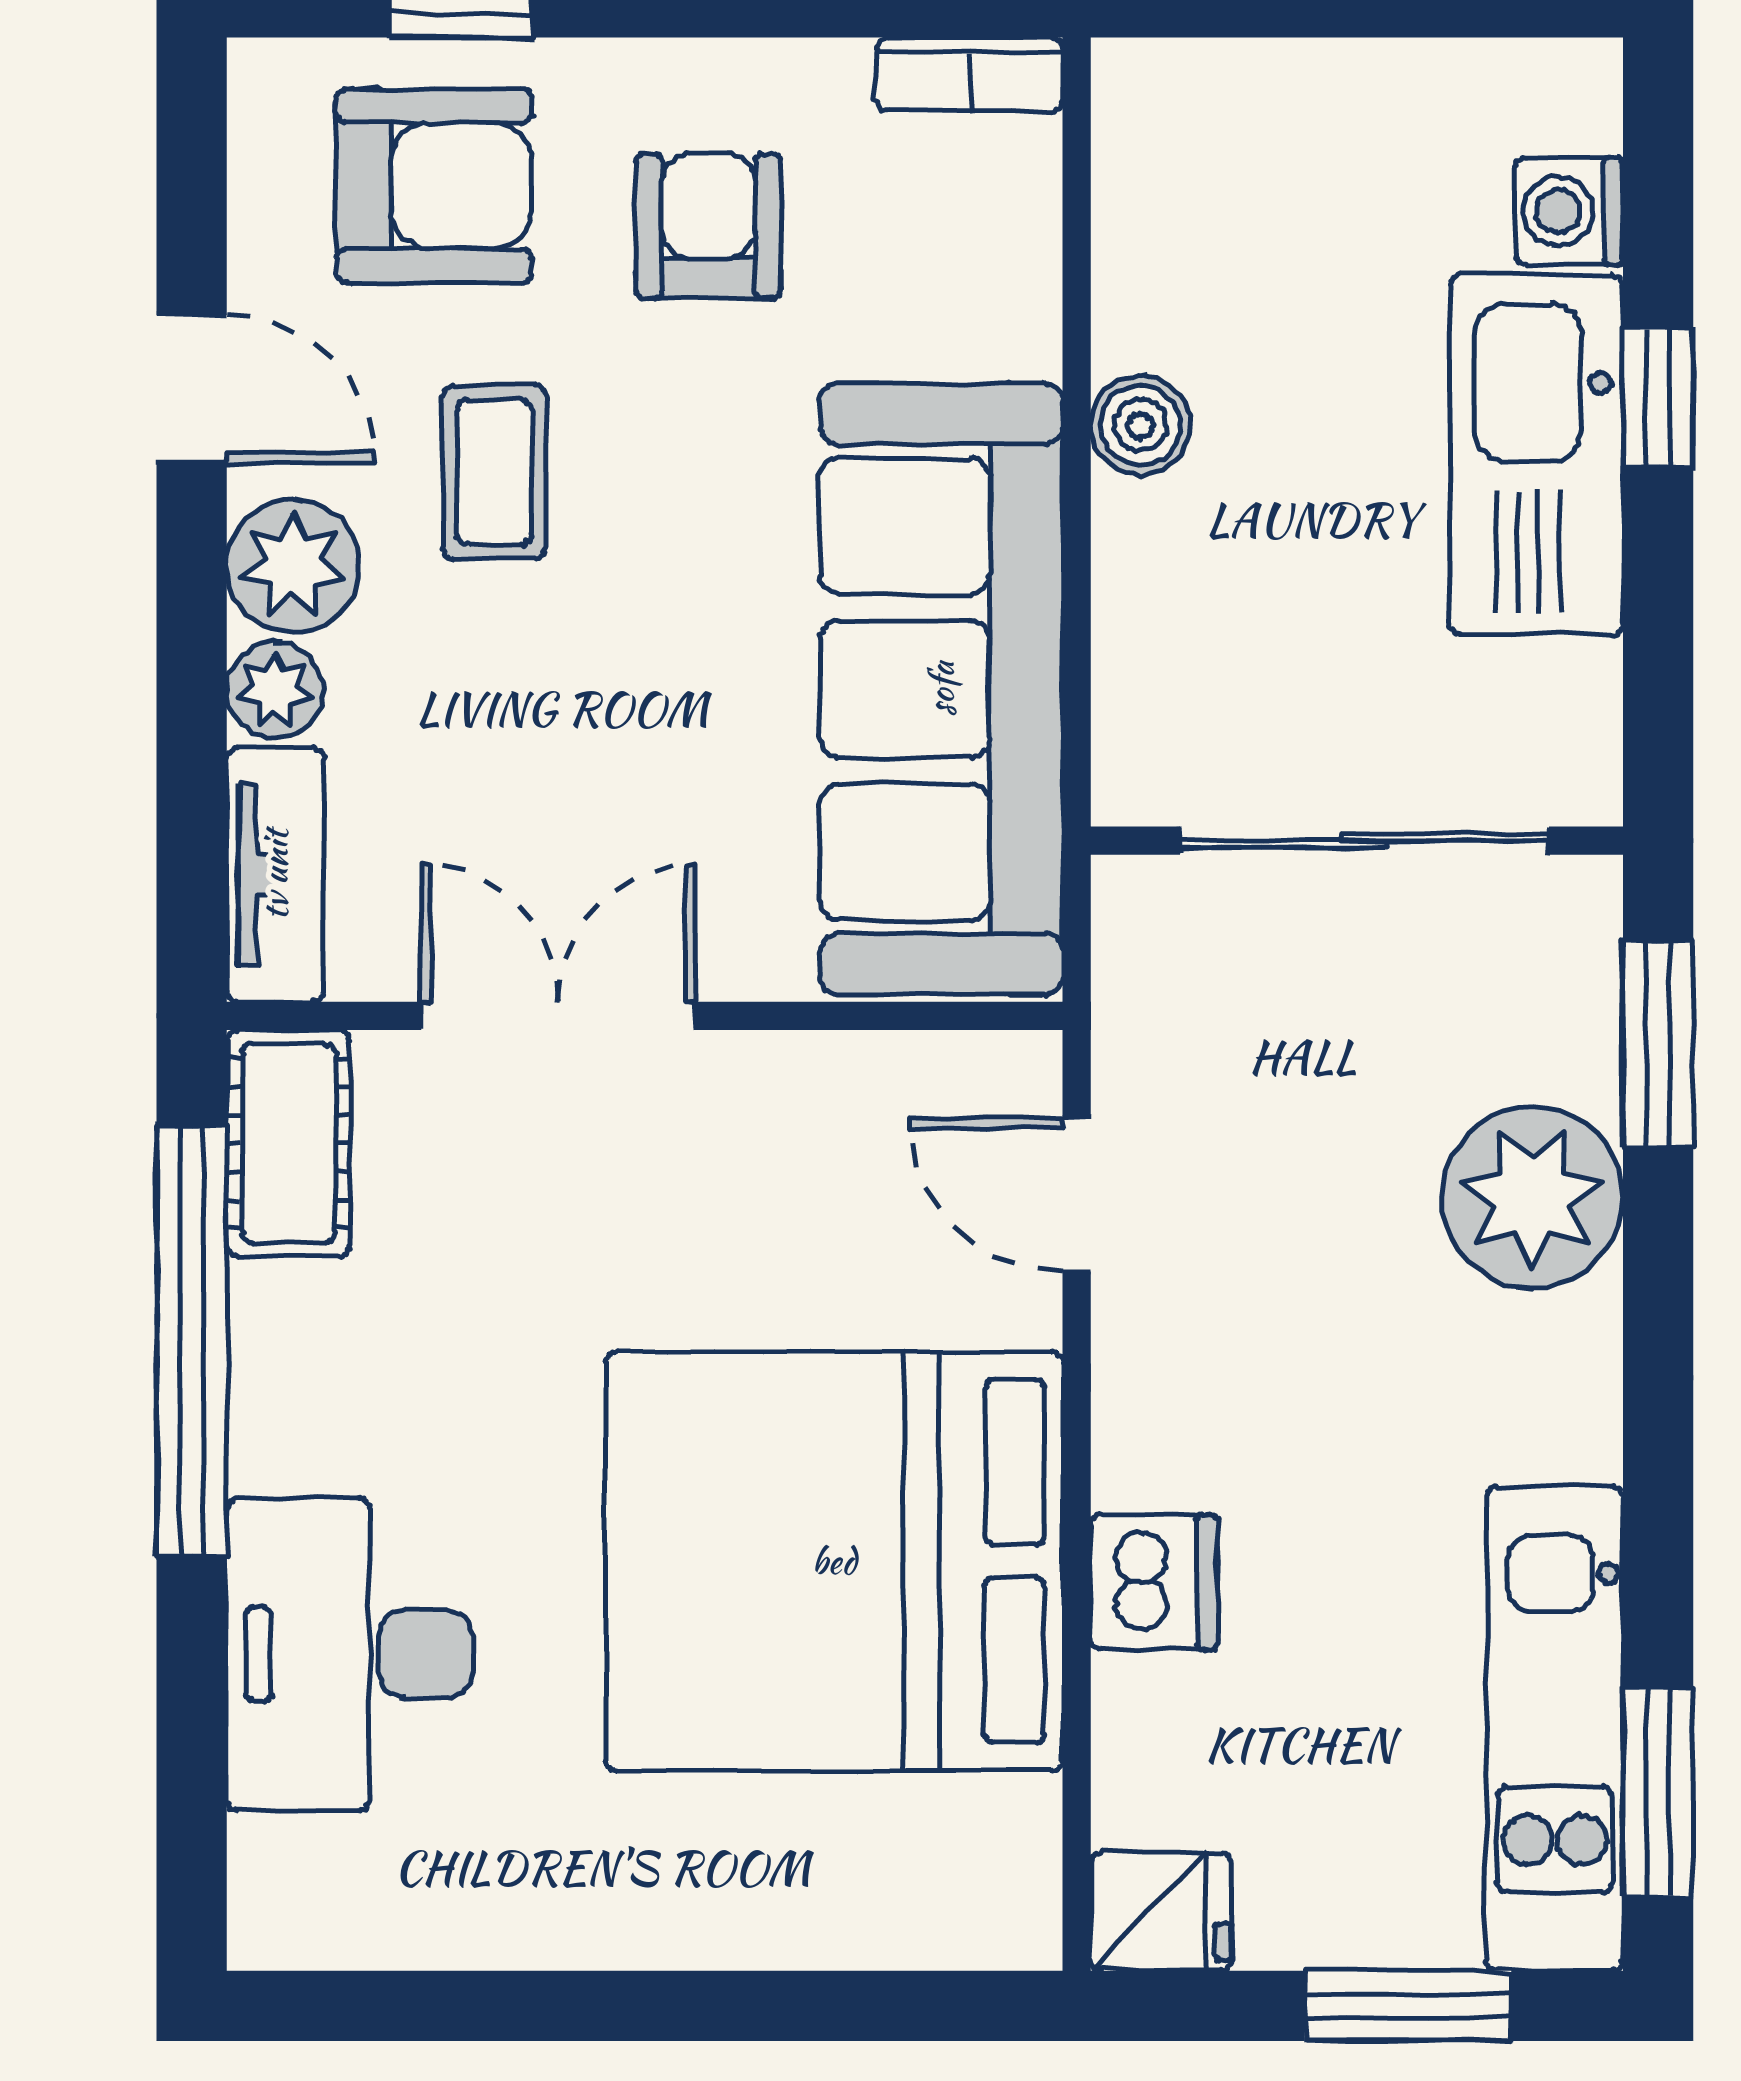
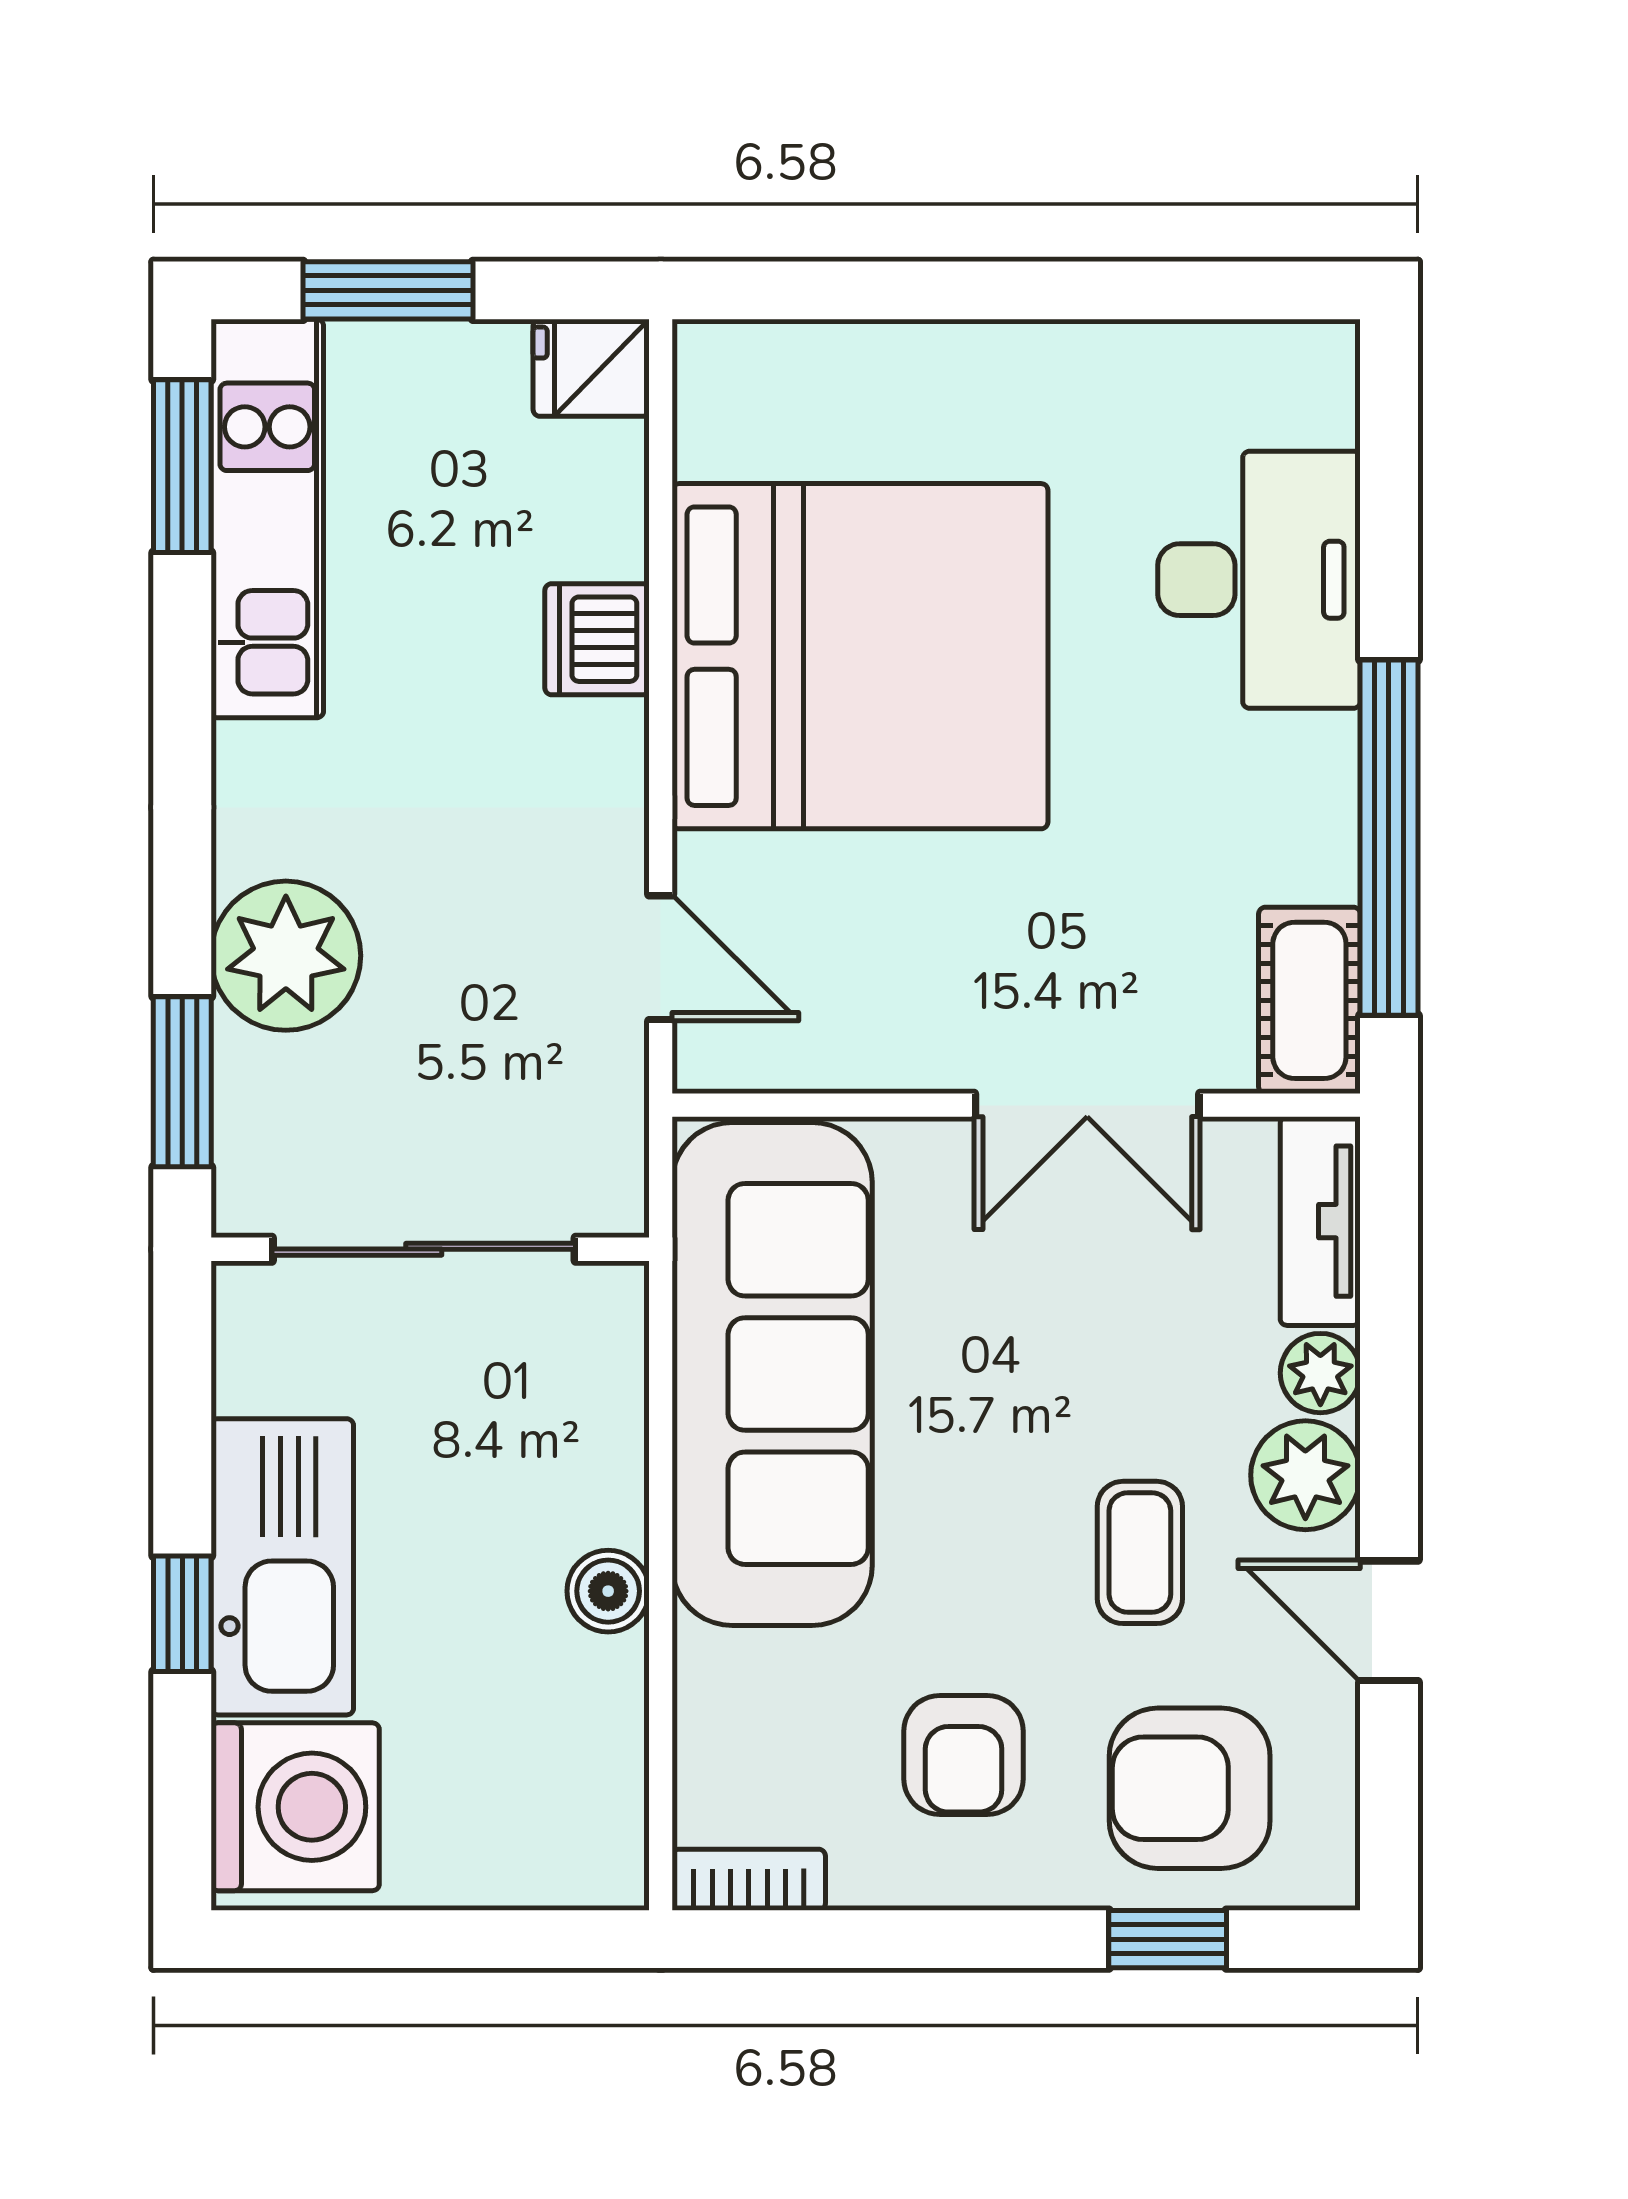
washing machine: (1569, 211) -> (295, 1807), width x1.89, depth x1.89

